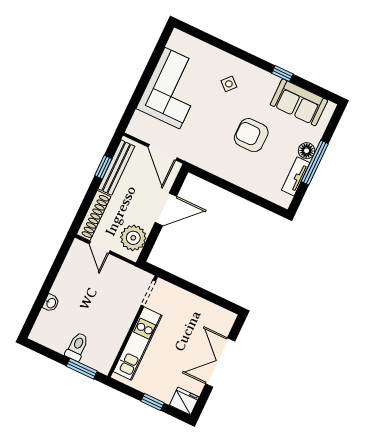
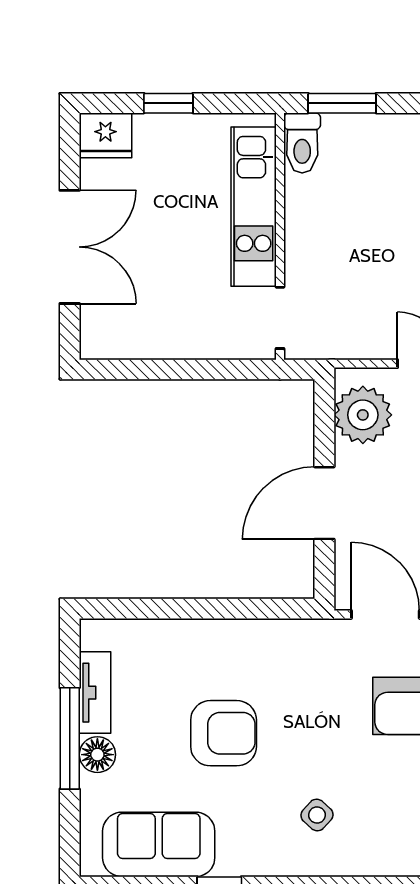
toilet: (77, 347) -> (302, 143), moved

